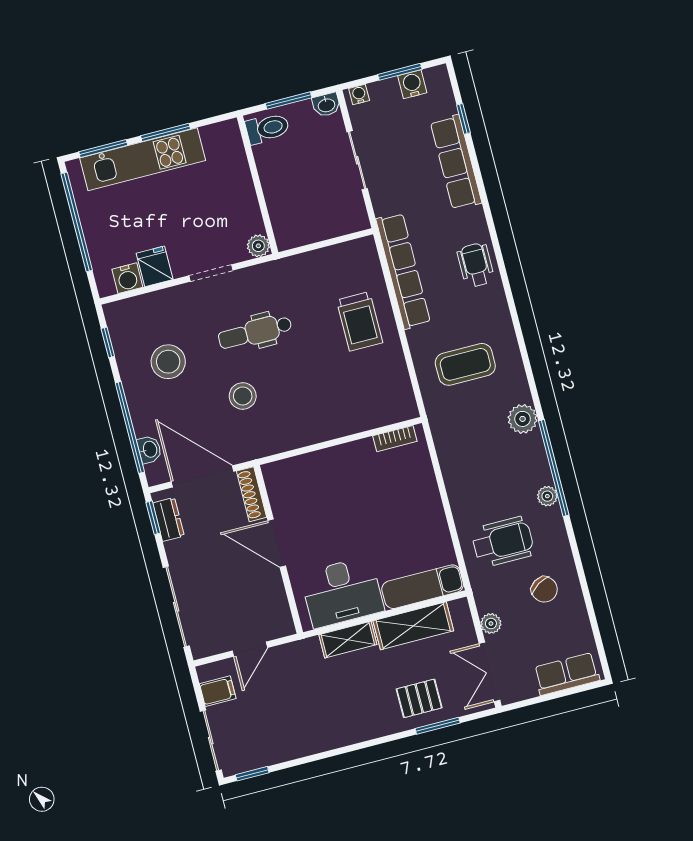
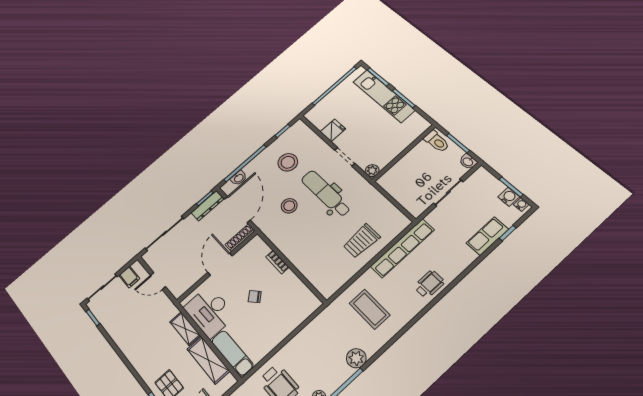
water cooler: (359, 94) -> (521, 205), moved
row of seats: (456, 162) -> (487, 236), width x0.68
water cooler: (127, 278) -> (320, 122), removed
dental chair: (255, 332) -> (326, 193), width x1.36, depth x1.38
bookcase: (395, 439) -> (277, 262), moved
chair: (356, 516) -> (255, 297), added
dresser: (168, 519) -> (207, 206), width x1.44

